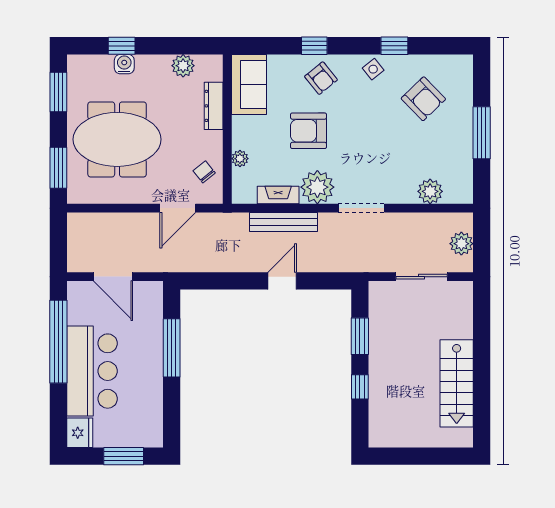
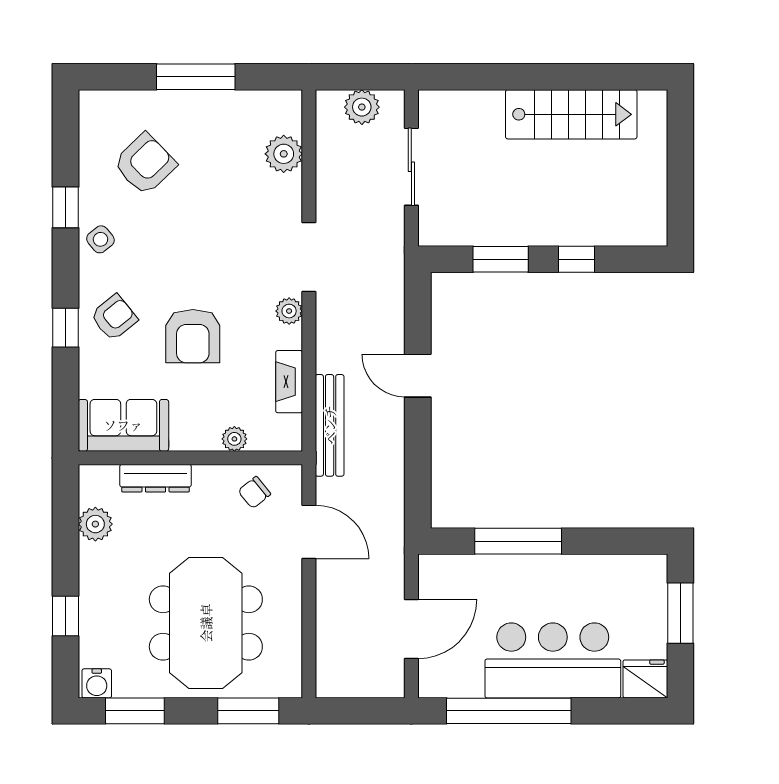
water cooler: (124, 64) -> (97, 683), moved, turned -90
plant: (317, 187) -> (289, 311), width x0.53, depth x0.53
bench: (283, 222) -> (330, 425), moved

